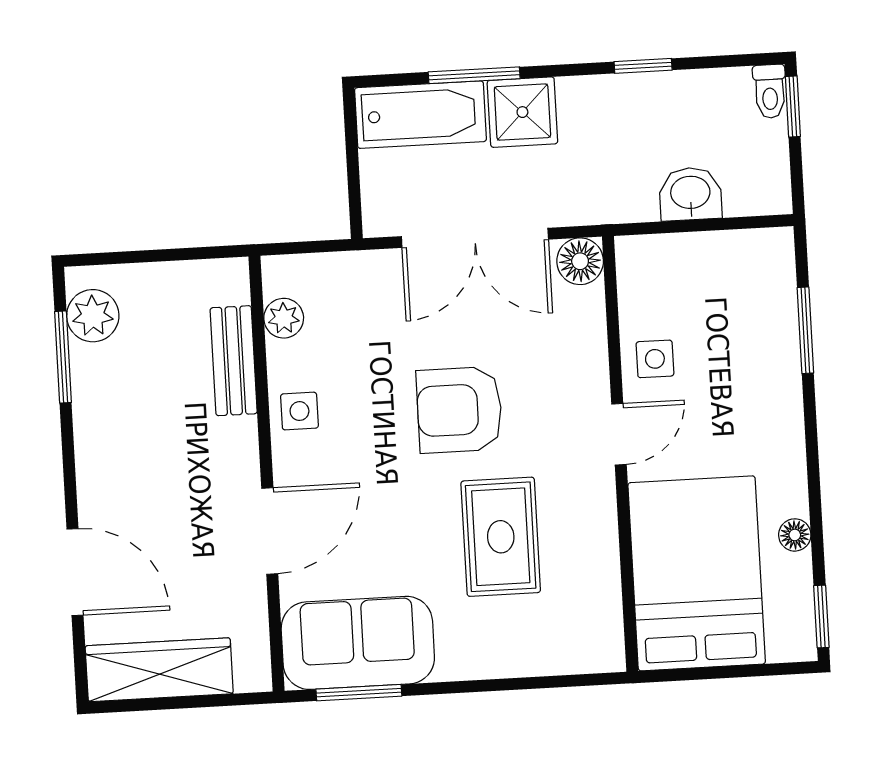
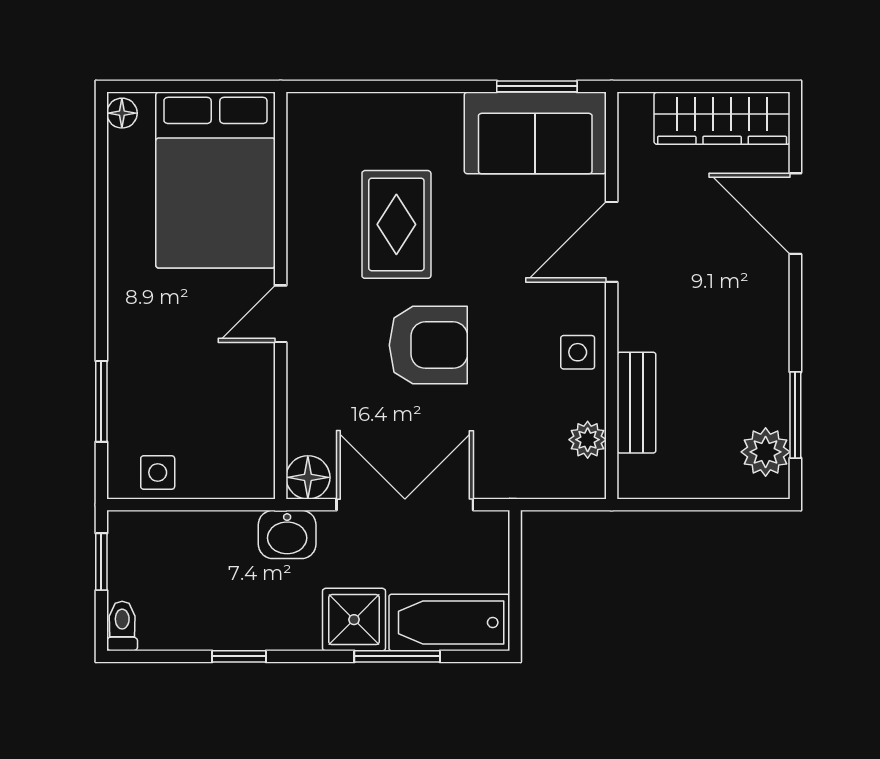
window: (793, 106) -> (101, 562), moved
washbasin: (690, 194) -> (287, 534), moved
side table: (655, 359) -> (158, 472), moved
floor lamp: (795, 535) -> (122, 113), moved
window: (821, 616) -> (101, 133), removed

